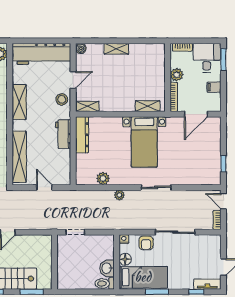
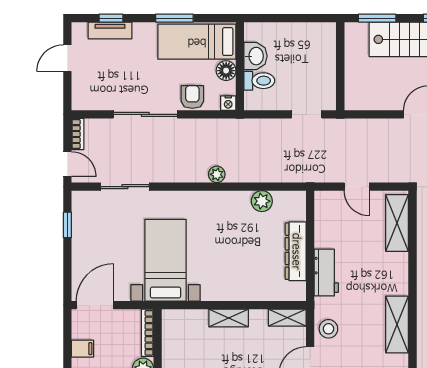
shelving: (148, 106) -> (229, 318), moved
door: (196, 114) -> (95, 305), moved
dresser: (82, 135) -> (296, 251), moved
bed with nightstands: (144, 142) -> (166, 260), moved
shelving: (19, 157) -> (397, 223), width x0.68
sliding door: (156, 187) -> (125, 187), moved
plant: (119, 195) -> (217, 174), moved
toilet: (105, 284) -> (259, 81), moved
tv unit: (207, 284) -> (110, 30), moved

